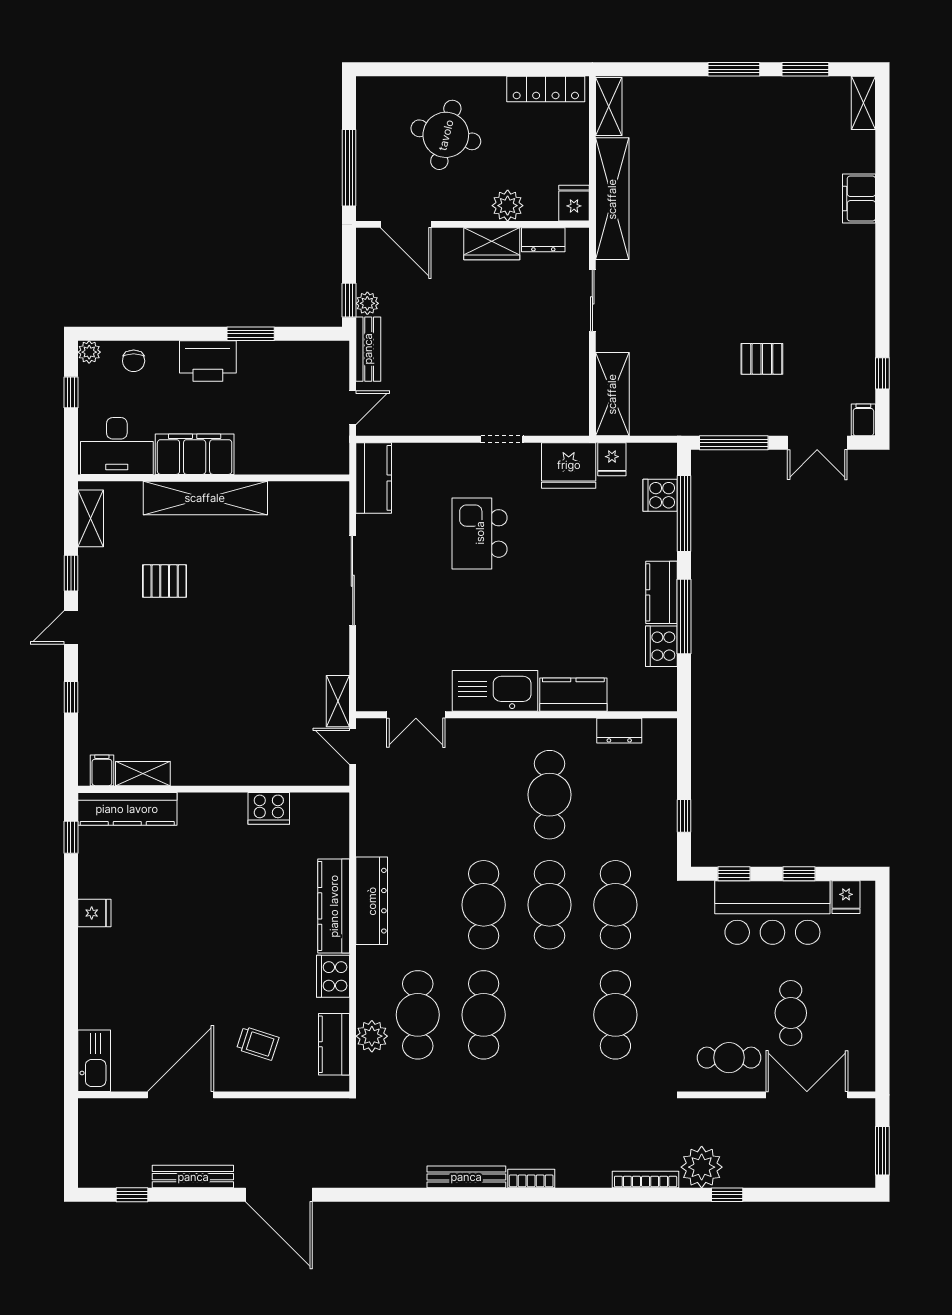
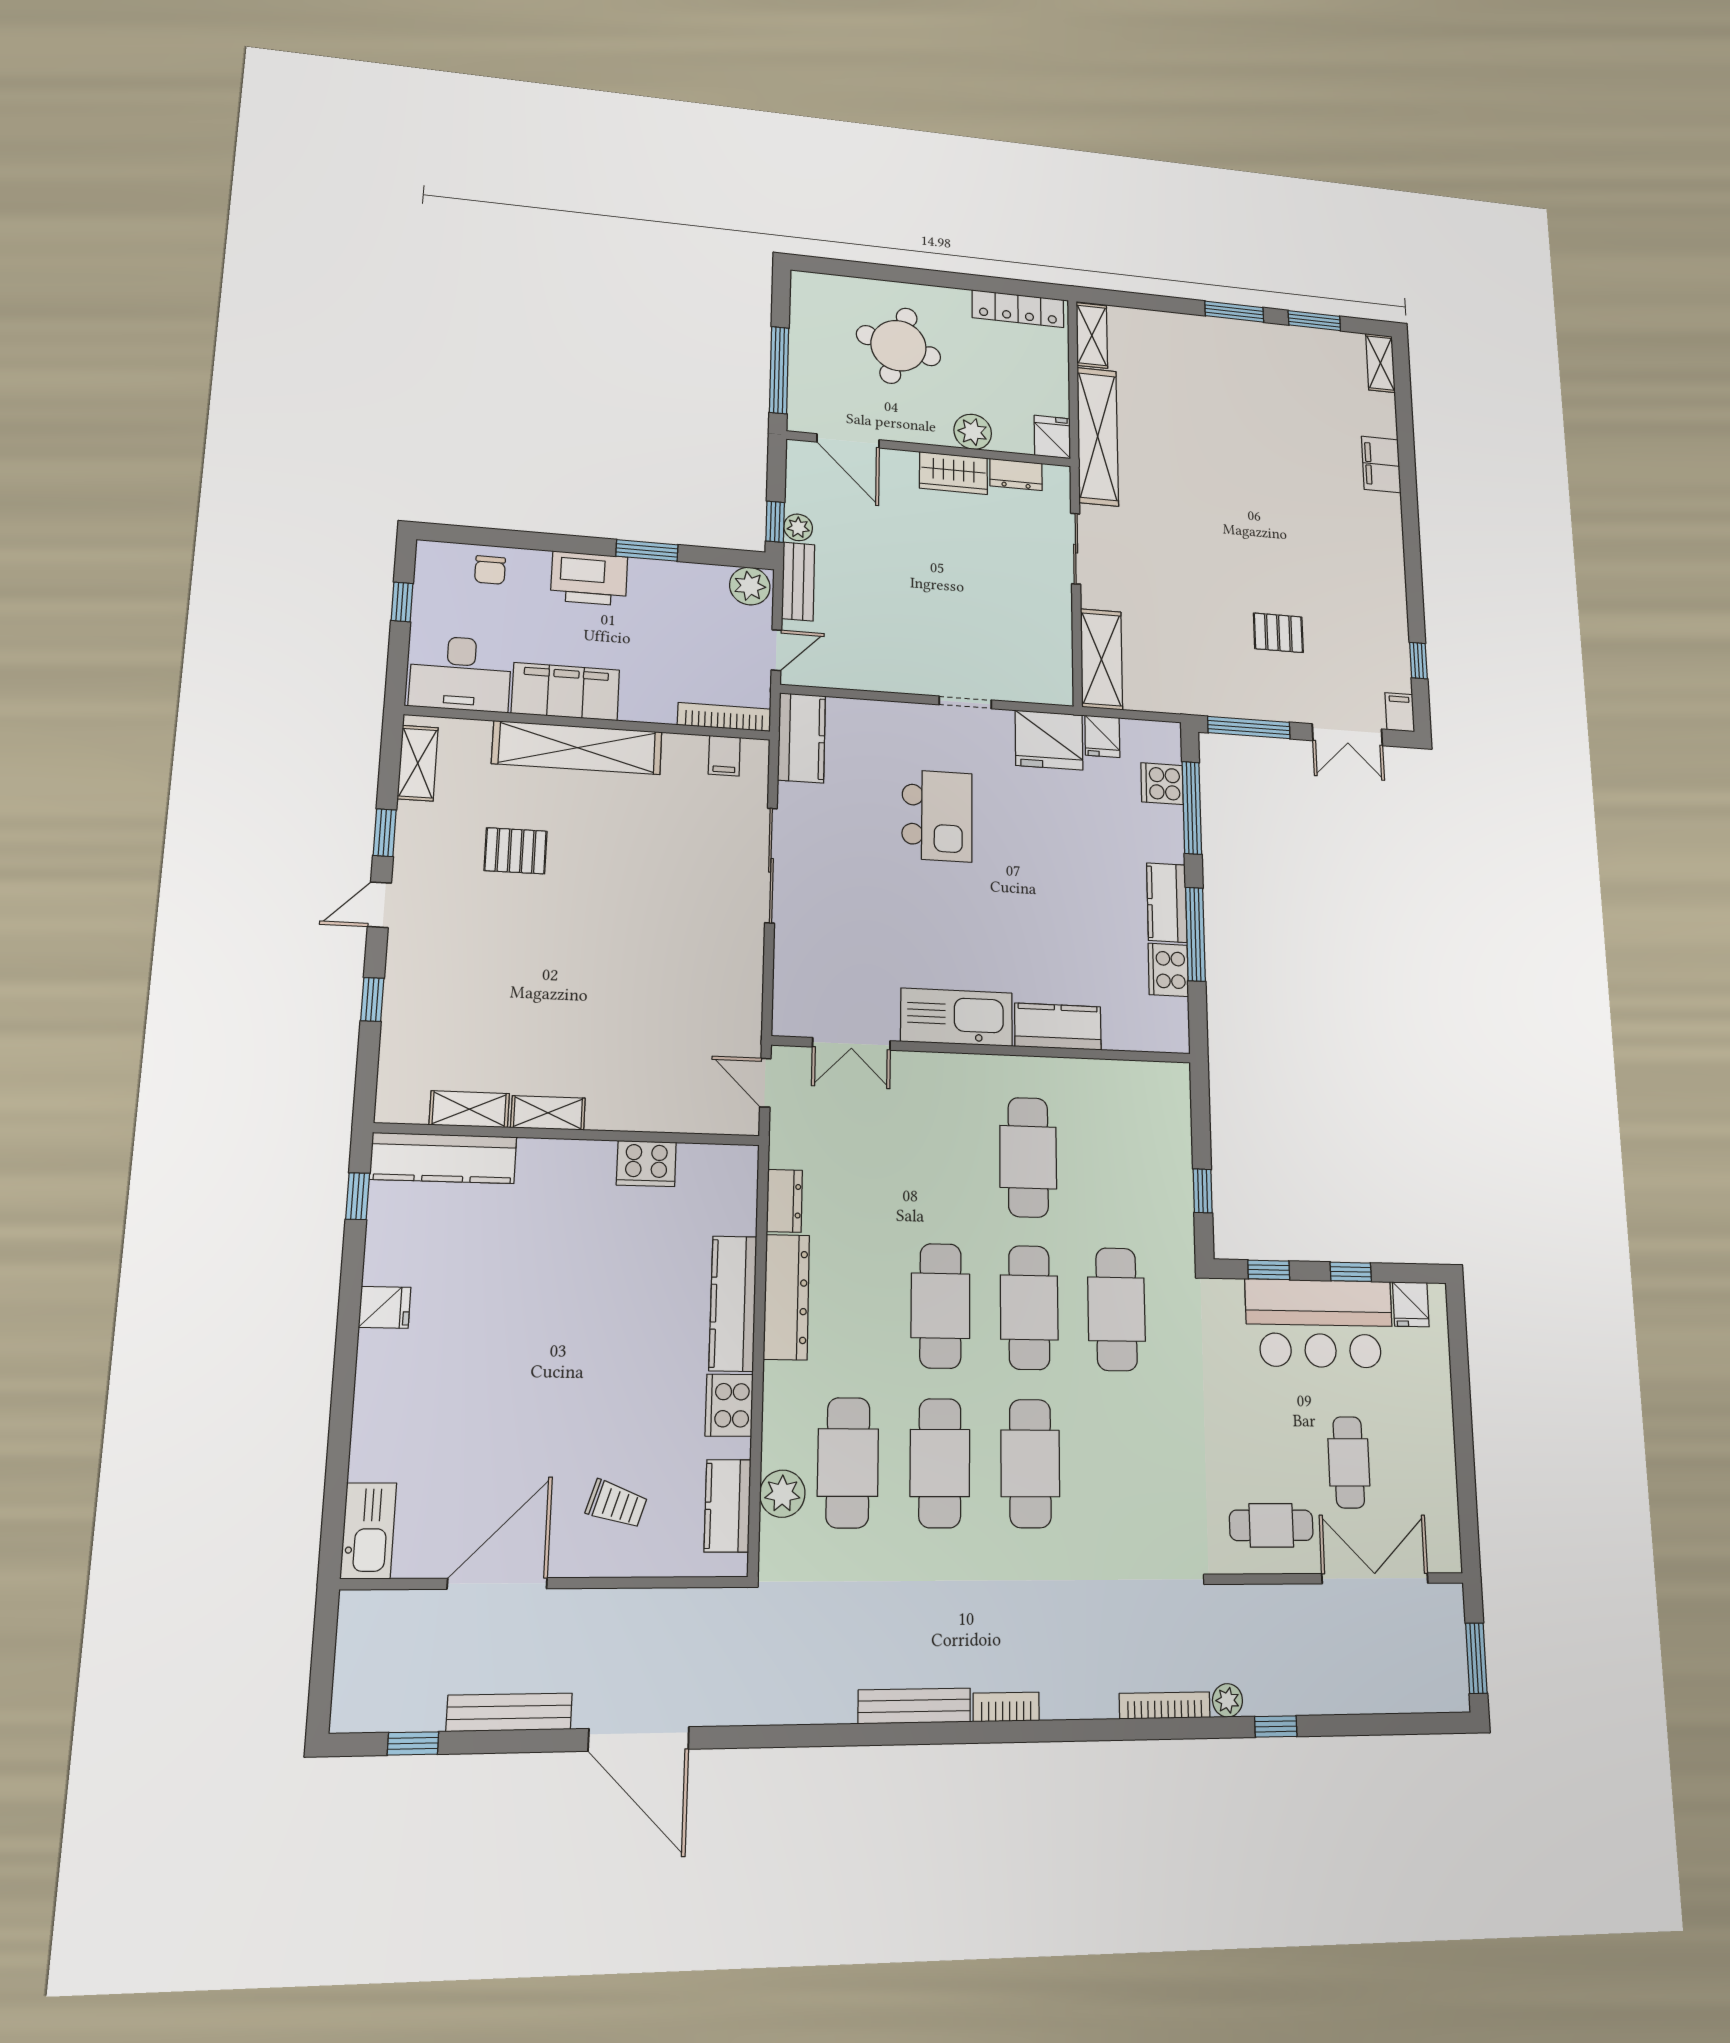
plant: (89, 352) -> (750, 586), moved, width x1.38, depth x1.38
bookcase: (314, 465) -> (724, 717), added
kitchen island: (480, 533) -> (937, 816), turned 180
shelving: (338, 701) -> (548, 1113), moved, turned 90
dresser: (619, 731) -> (784, 1201), moved, turned -90
filing cabinet: (102, 770) -> (724, 756), moved, turned 180
cafe table: (615, 1015) -> (1030, 1463), moved
plant: (702, 1167) -> (1228, 1700), width x0.53, depth x0.53

